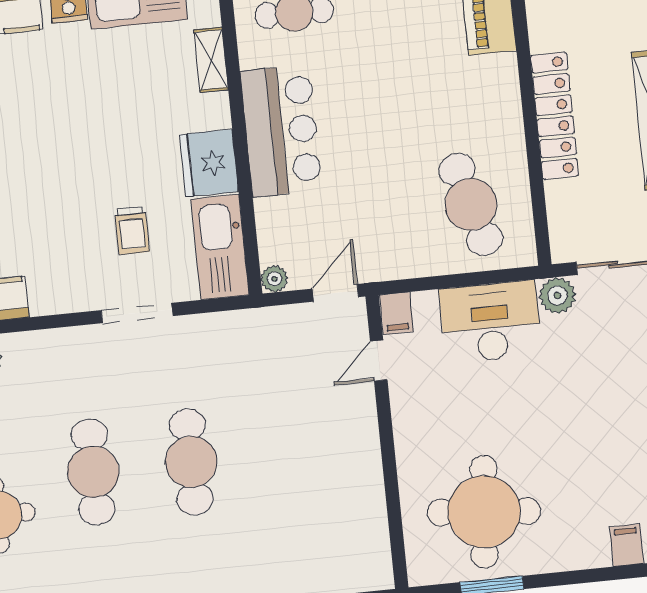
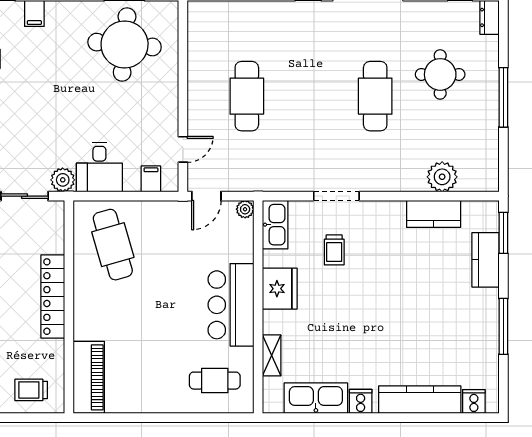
trolley: (132, 231) -> (334, 250), turned 180
kitchen sink: (220, 247) -> (275, 225), width x0.73, depth x0.81
filing cabinet: (396, 313) -> (151, 179), moved
desk: (490, 322) -> (99, 167), width x0.73
cafe table: (191, 462) -> (247, 96), moved

